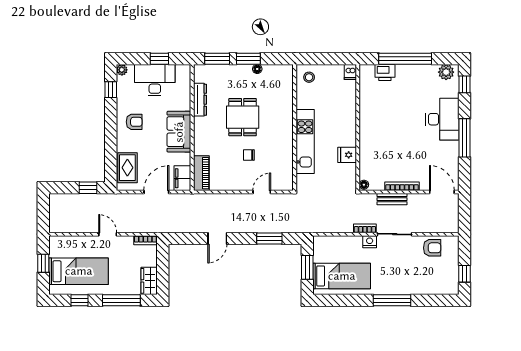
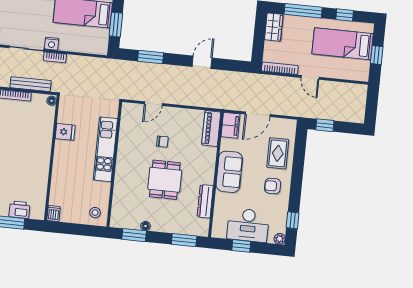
window: (248, 59) -> (134, 235), moved
rug: (127, 168) -> (278, 153), moved
bench: (392, 199) -> (31, 84), width x1.36
bookcase: (145, 240) -> (280, 68), width x1.56

